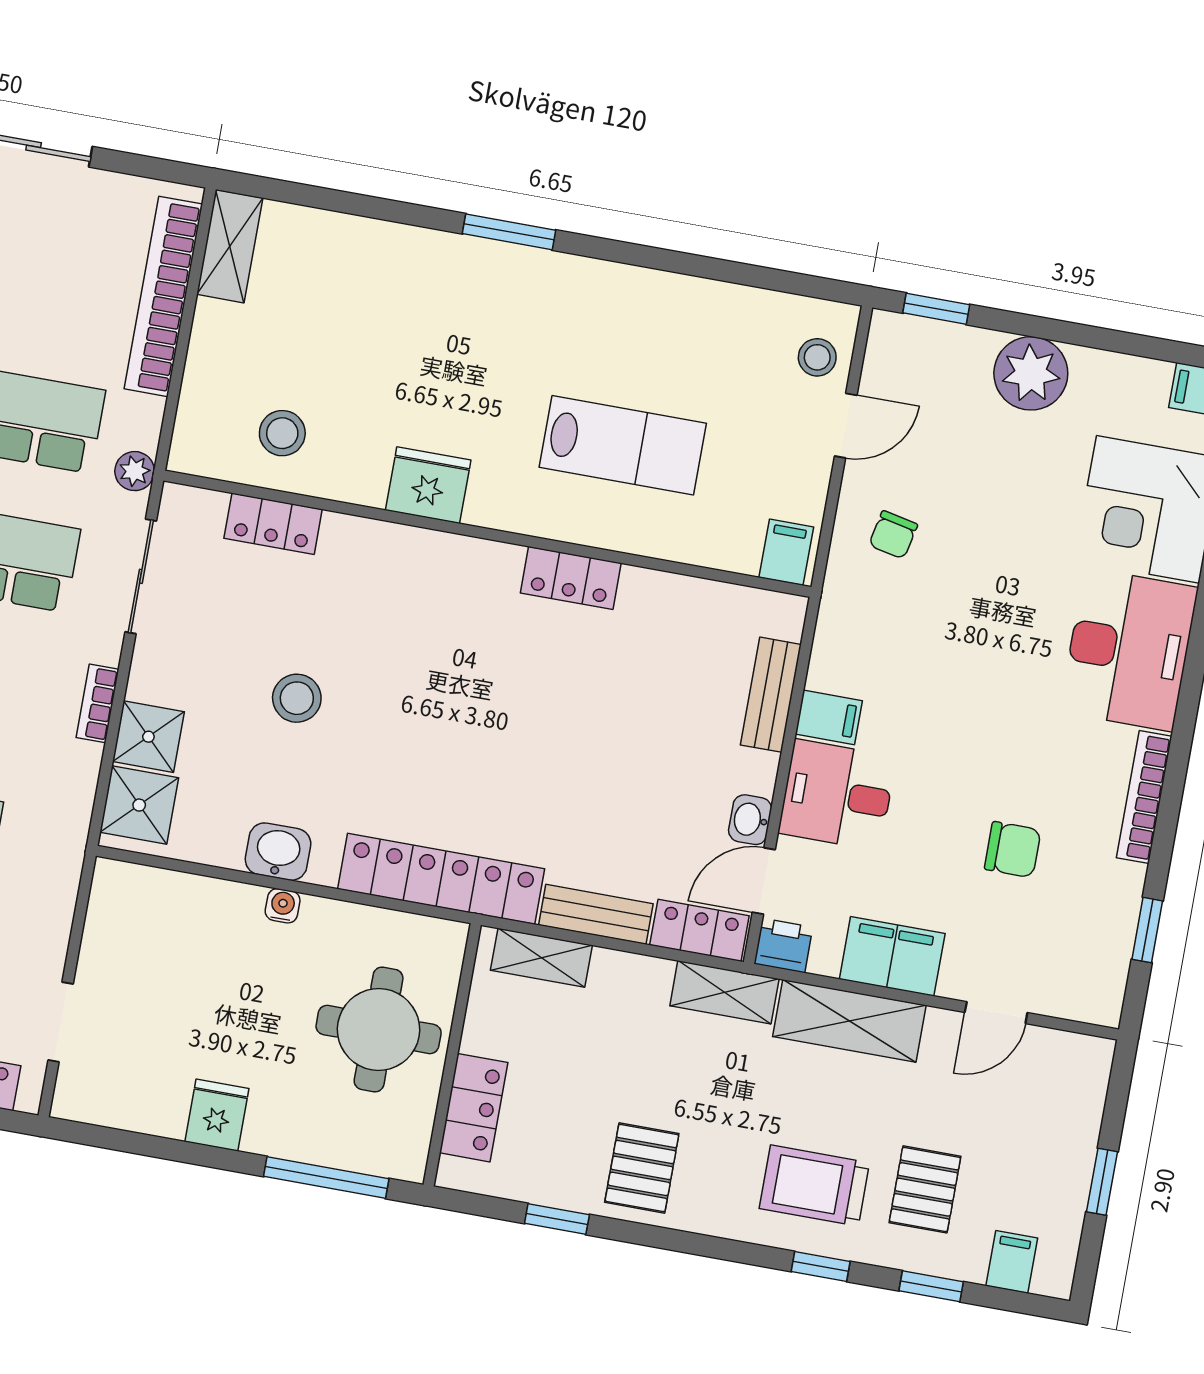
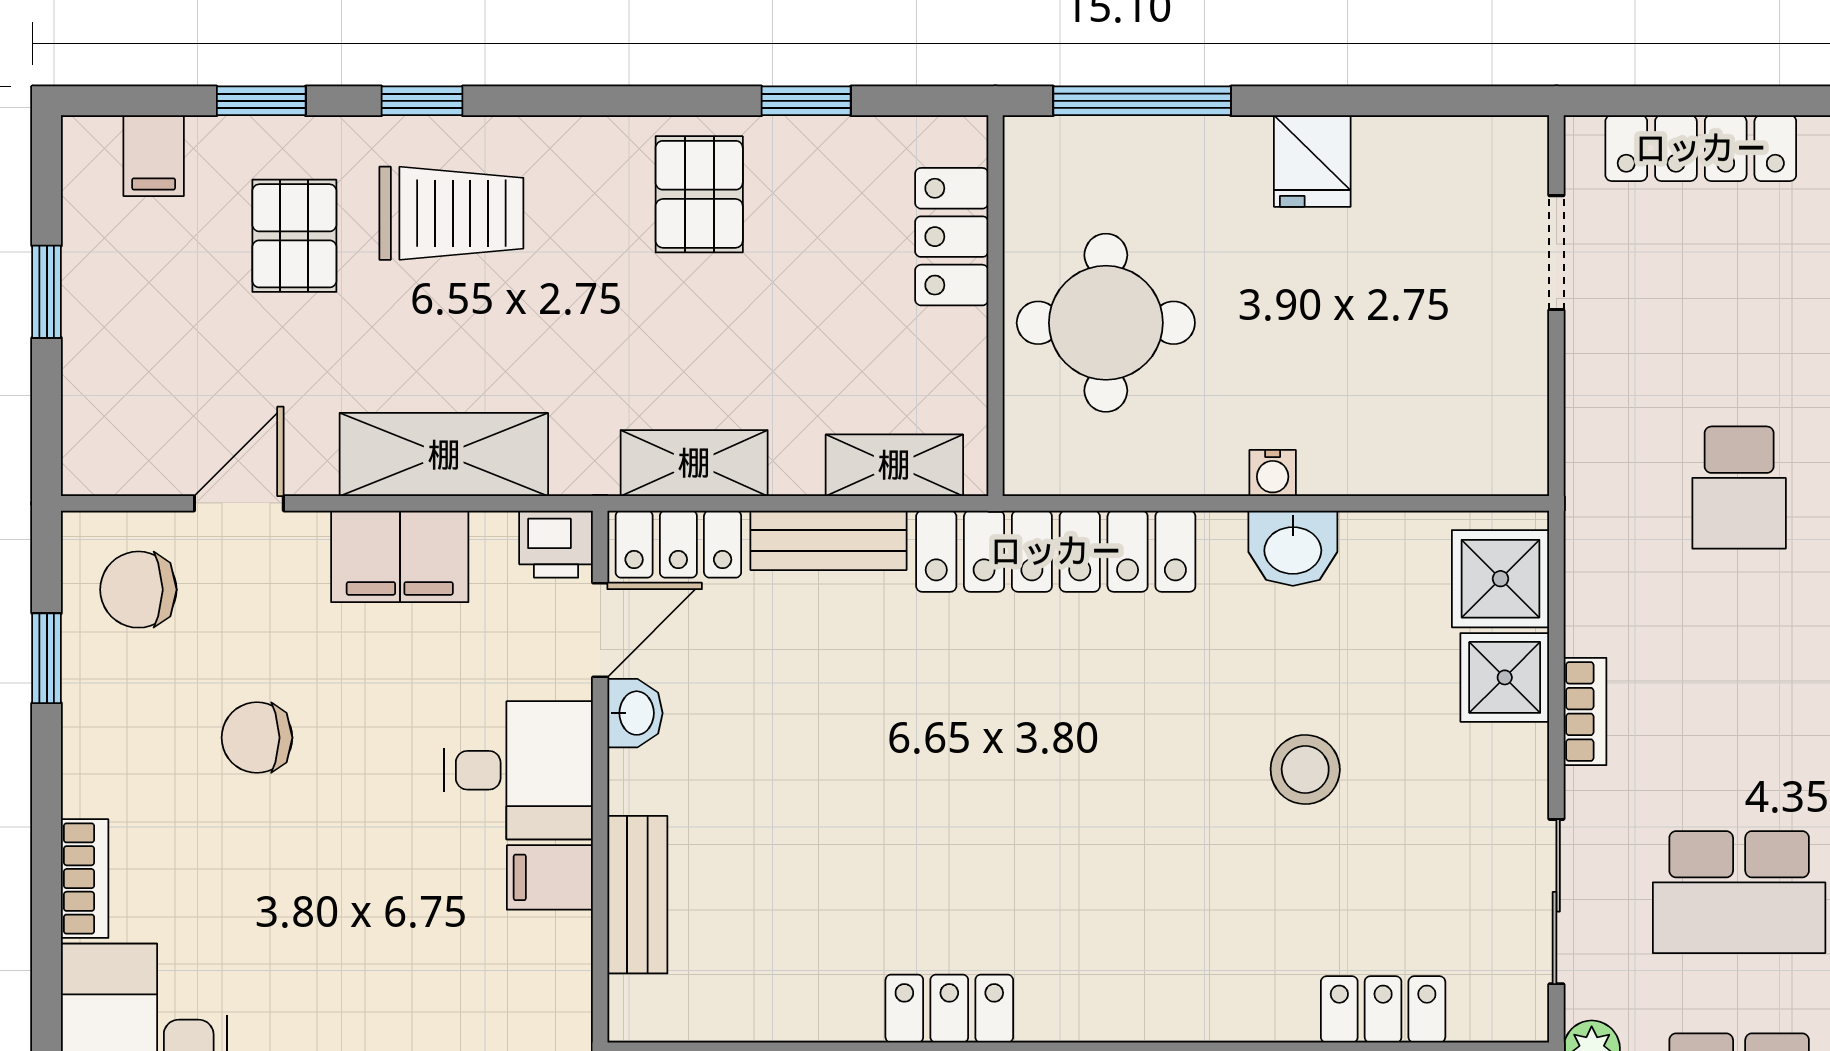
bookcase: (1144, 797) -> (85, 879), width x0.64
chair: (1076, 966) -> (138, 590), added
shelving: (724, 992) -> (694, 463), moved

